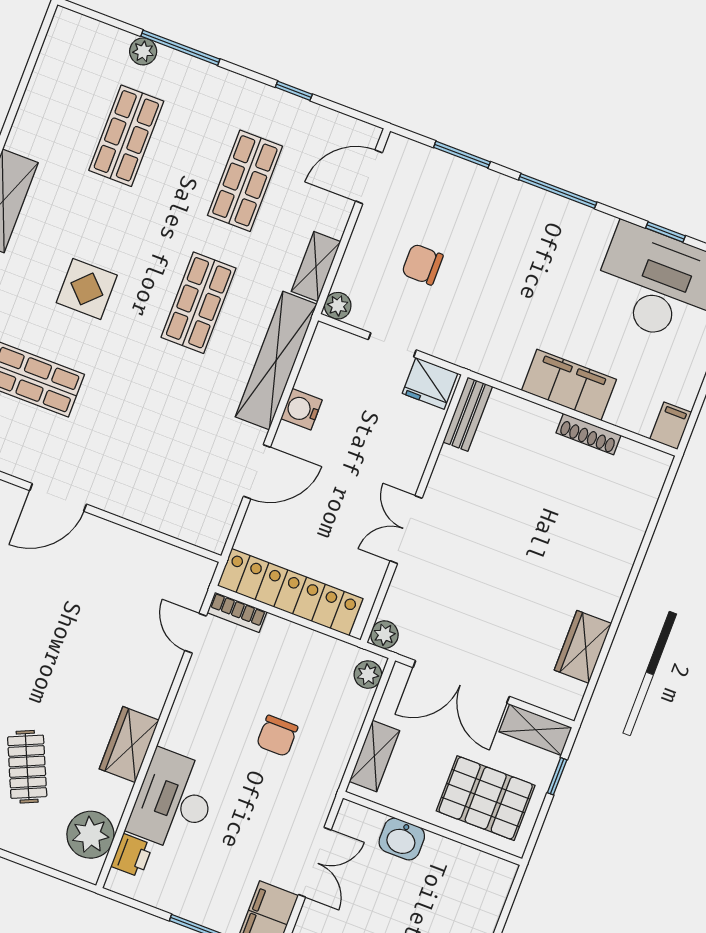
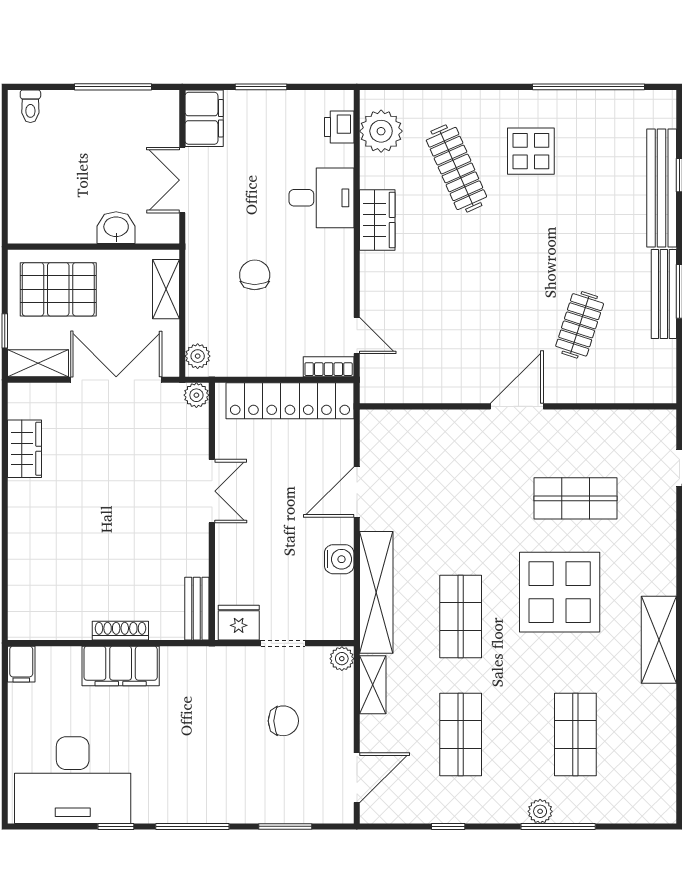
plant: (143, 51) -> (540, 811), moved
window: (665, 232) -> (116, 826), moved
display table: (87, 289) -> (560, 592), width x1.86, depth x1.86
shoe rack: (588, 434) -> (120, 631), moved
clothes rail: (27, 767) -> (456, 168), width x1.36
desk: (174, 801) -> (321, 198), width x0.73

